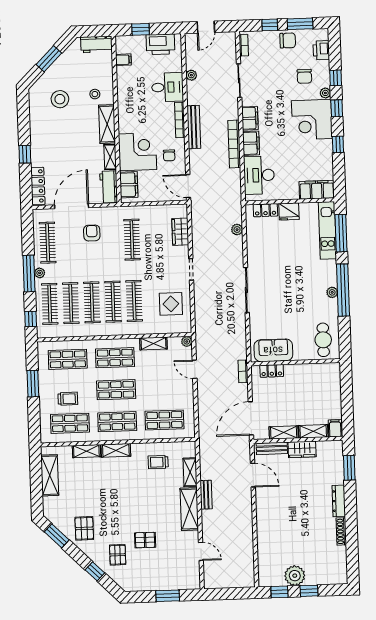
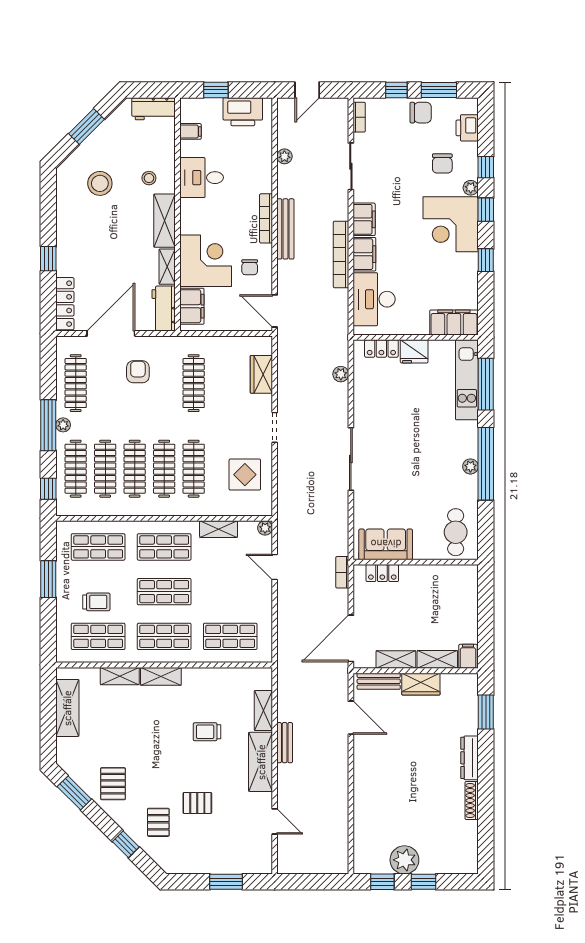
desk: (167, 87) -> (202, 178), moved, turned 180
trolley: (158, 462) -> (207, 732), moved

